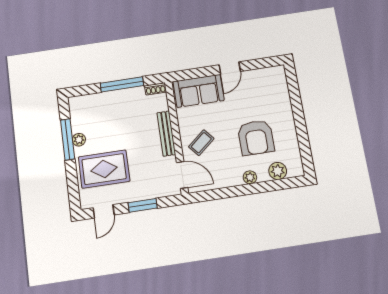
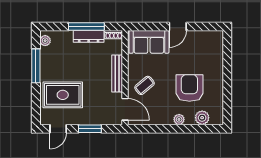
dresser: (126, 95) -> (89, 36), added
armchair: (256, 138) -> (189, 88), turned 180
plant: (79, 140) -> (45, 41), moved

